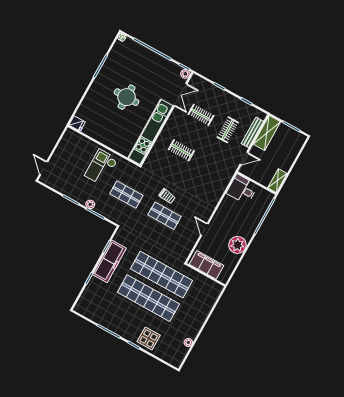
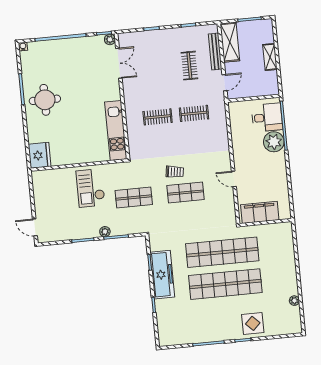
round table: (127, 97) -> (45, 100), moved
clothes rail: (201, 115) -> (194, 113), moved
fridge: (77, 124) -> (40, 155), width x1.88, depth x1.34
kitchen unit: (150, 132) -> (116, 131), width x0.73
shelving: (277, 181) -> (270, 57), moved
desk: (242, 189) -> (267, 117), moved, turned 180
plant: (237, 245) -> (274, 142), moved

